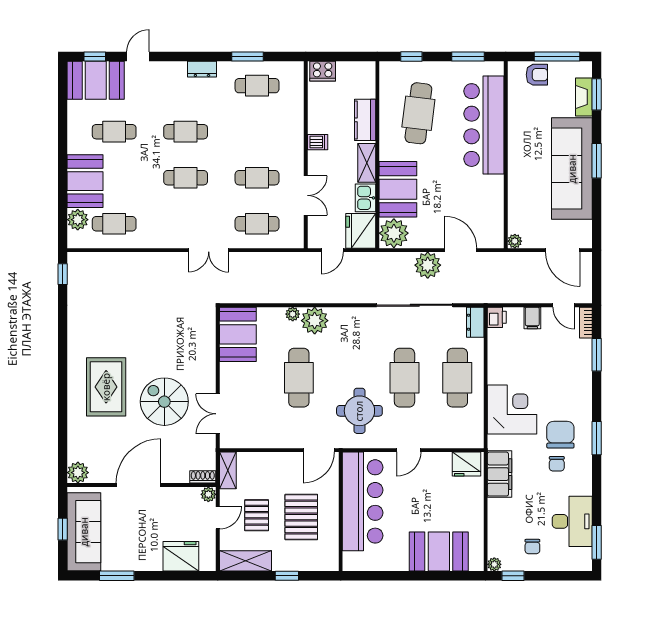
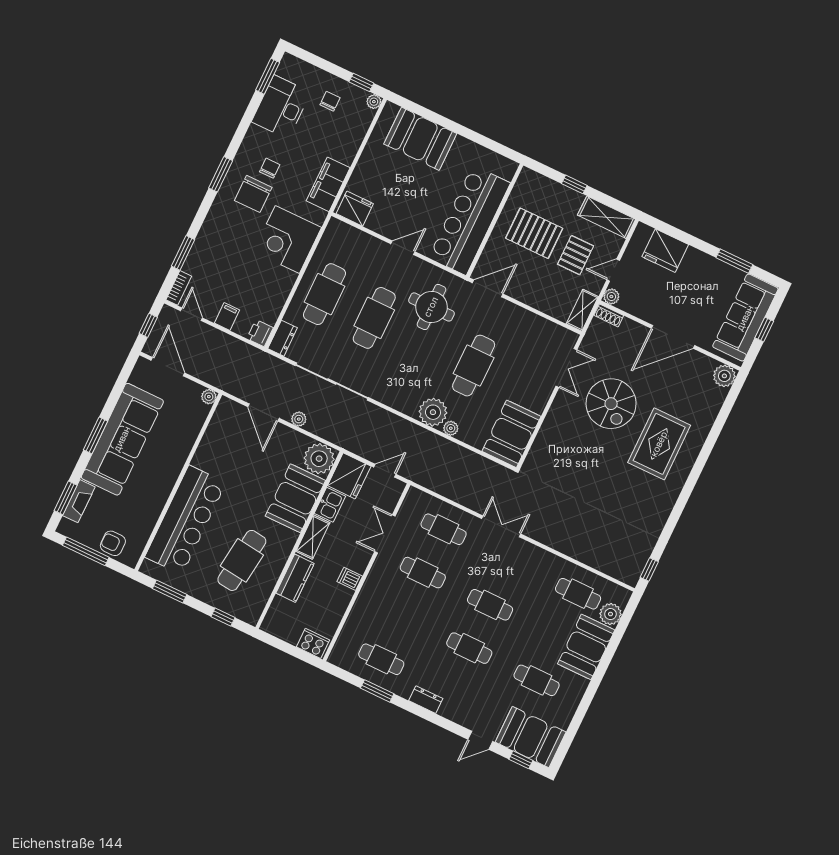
plant: (428, 265) -> (299, 419), width x0.53, depth x0.53
window: (597, 278) -> (148, 325), added
pallet: (301, 517) -> (534, 233), turned 90

